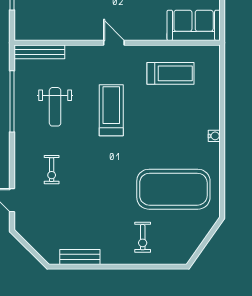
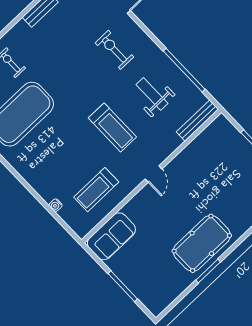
door: (114, 43) -> (154, 174), hinge flipped
water cooler: (214, 136) -> (56, 205), moved
exercise bike: (52, 170) -> (114, 50), width x1.38, depth x1.39

